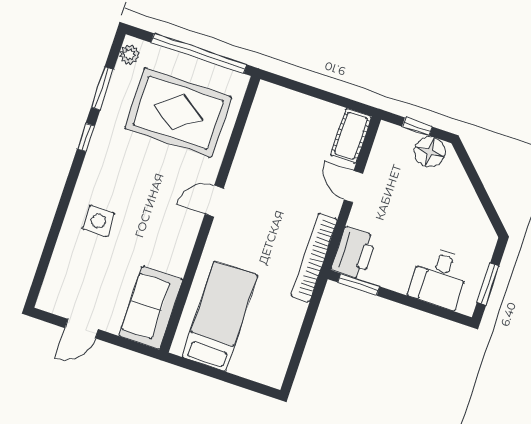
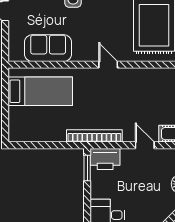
door: (353, 187) -> (145, 145), hinge flipped
sofa: (151, 308) -> (48, 48), moved

